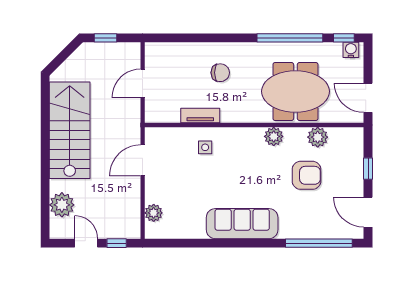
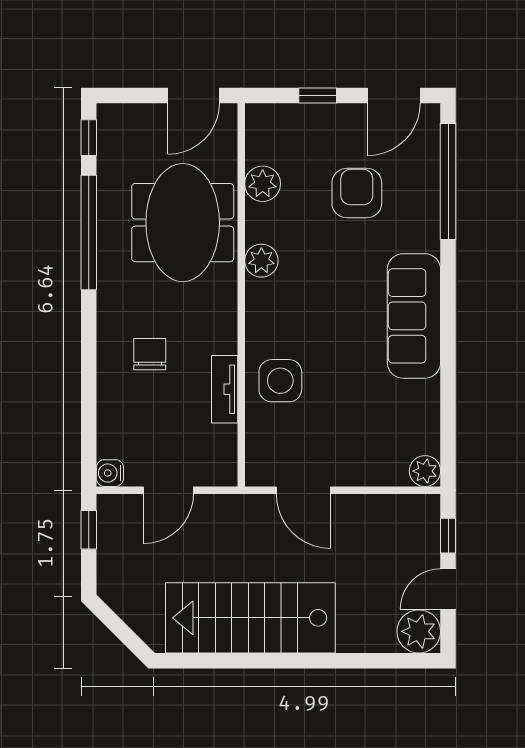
window: (106, 38) -> (89, 530), moved
water cooler: (351, 50) -> (110, 473), moved
door: (143, 83) -> (168, 490), hinge flipped
side table: (205, 147) -> (280, 381), width x1.87, depth x1.87
armchair: (307, 175) -> (357, 193), moved
plant: (62, 205) -> (419, 631), moved
plant: (154, 213) -> (425, 471), moved

